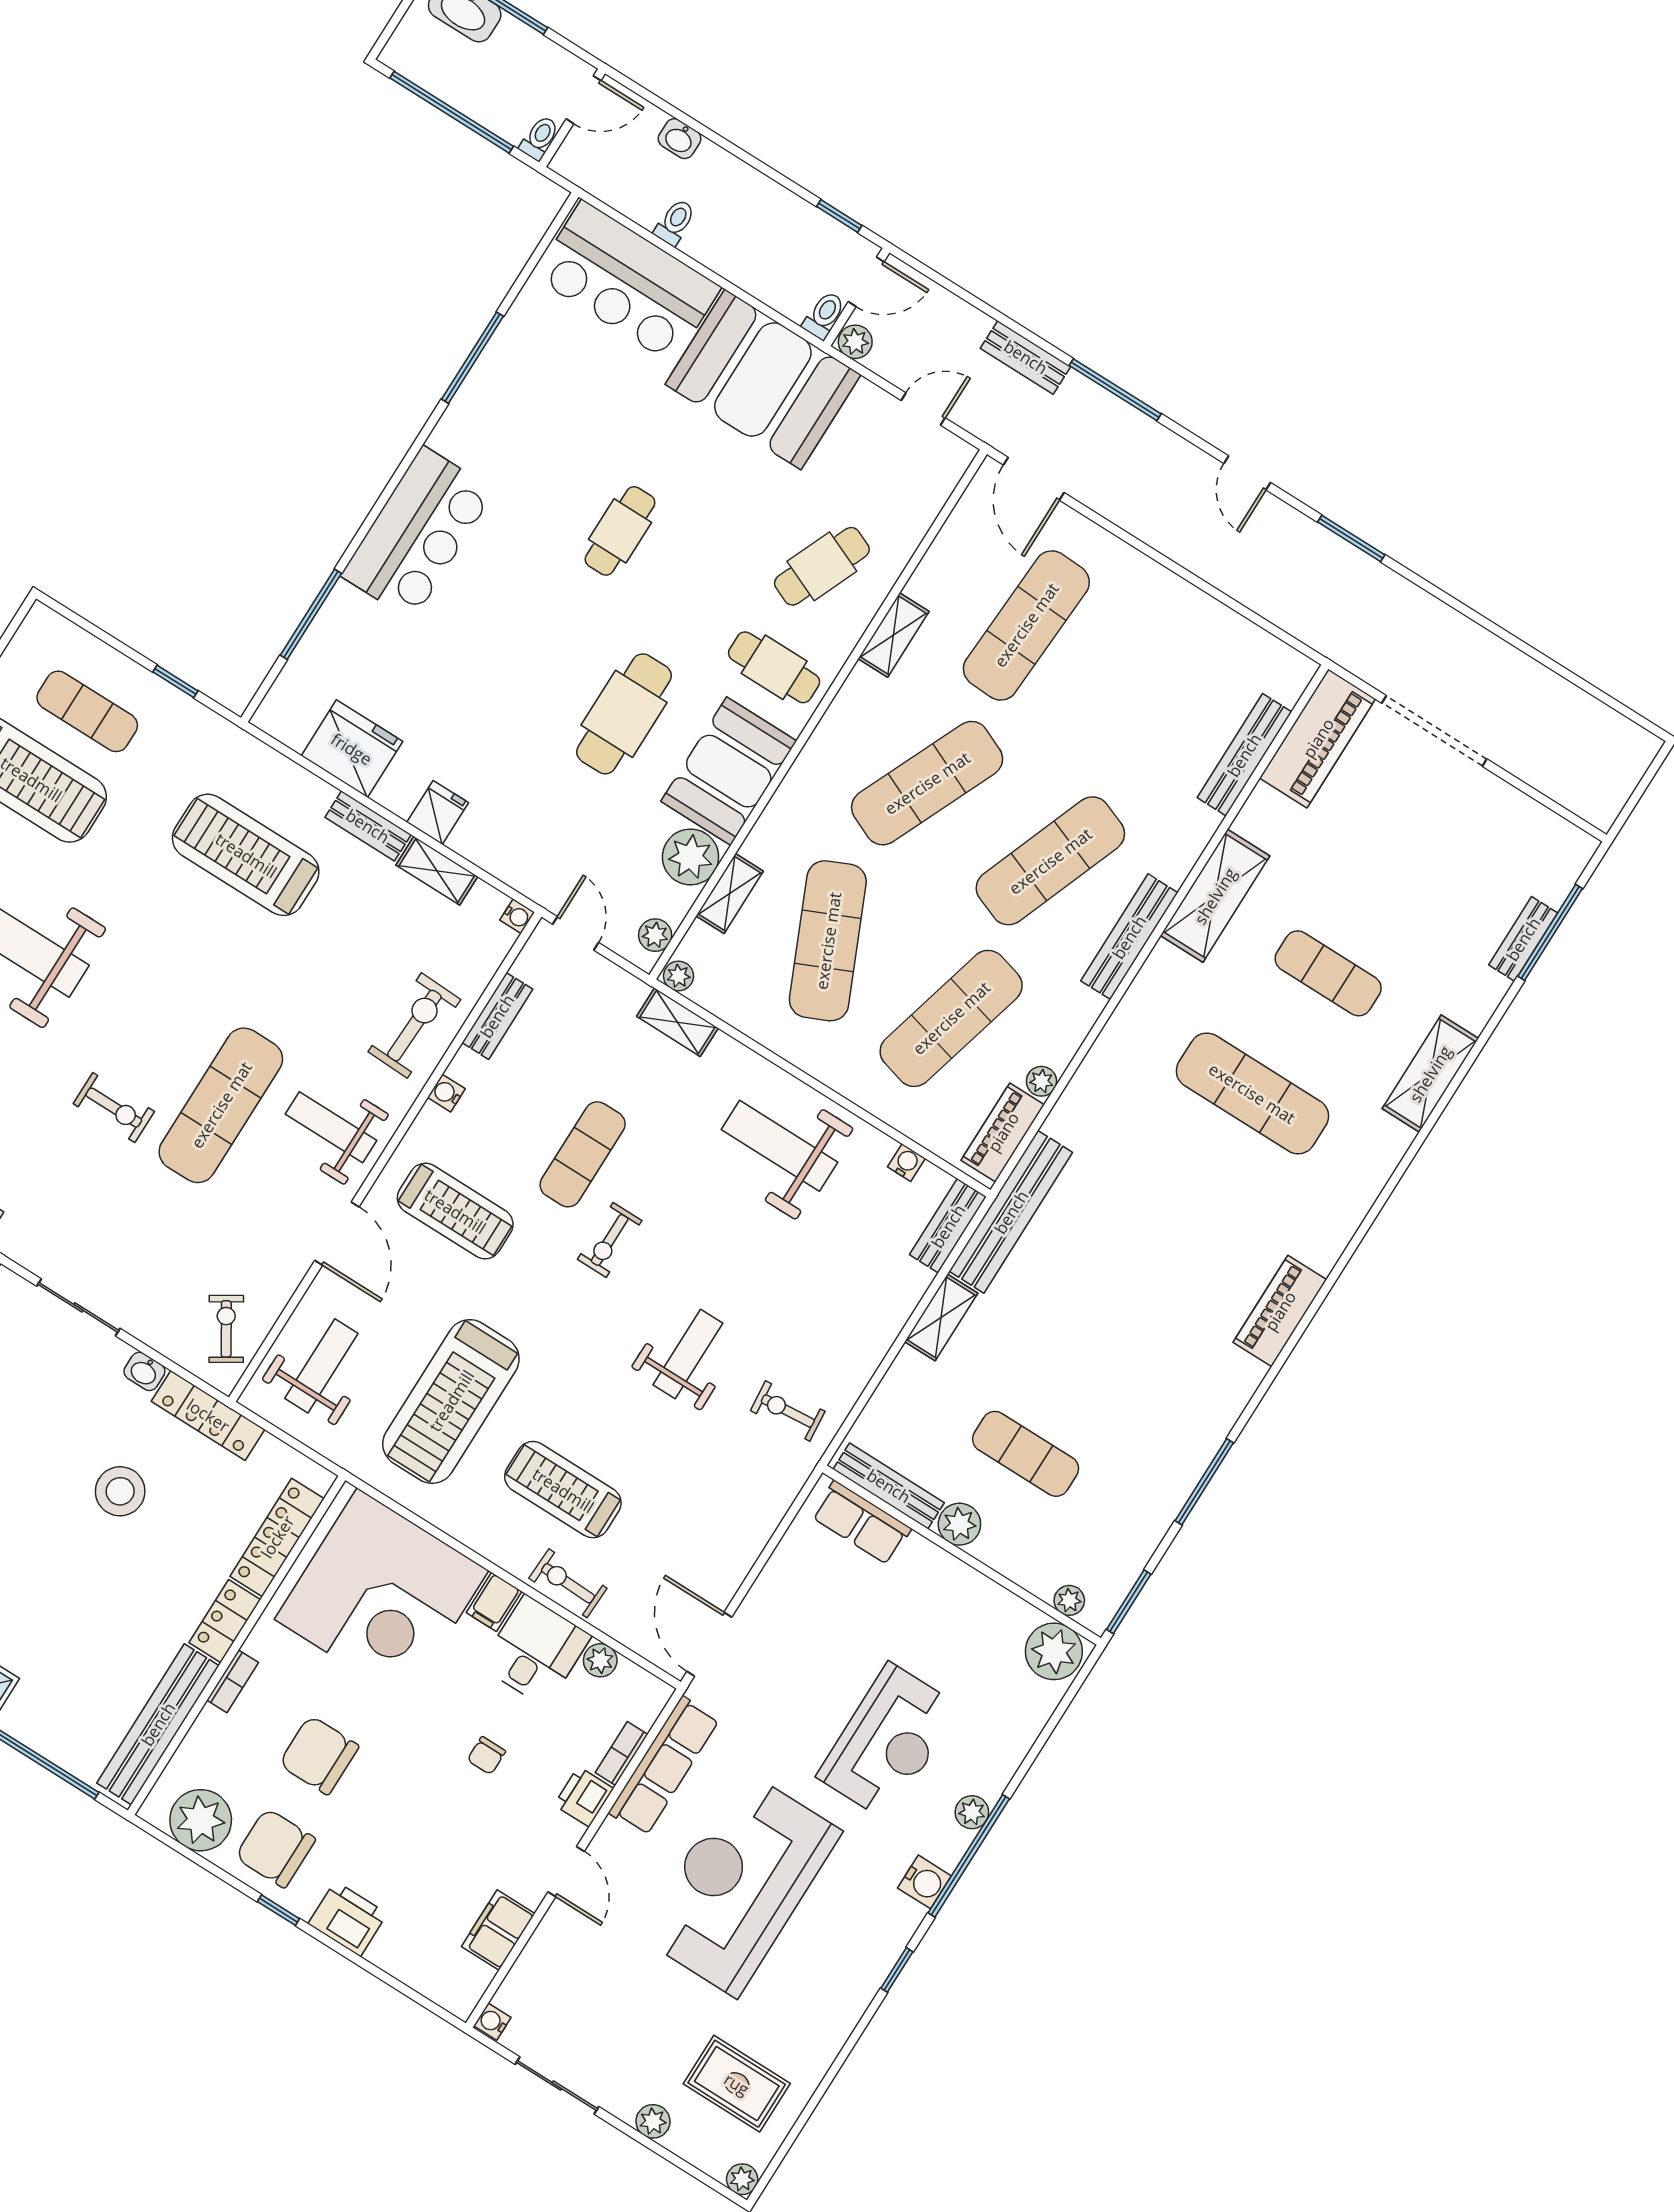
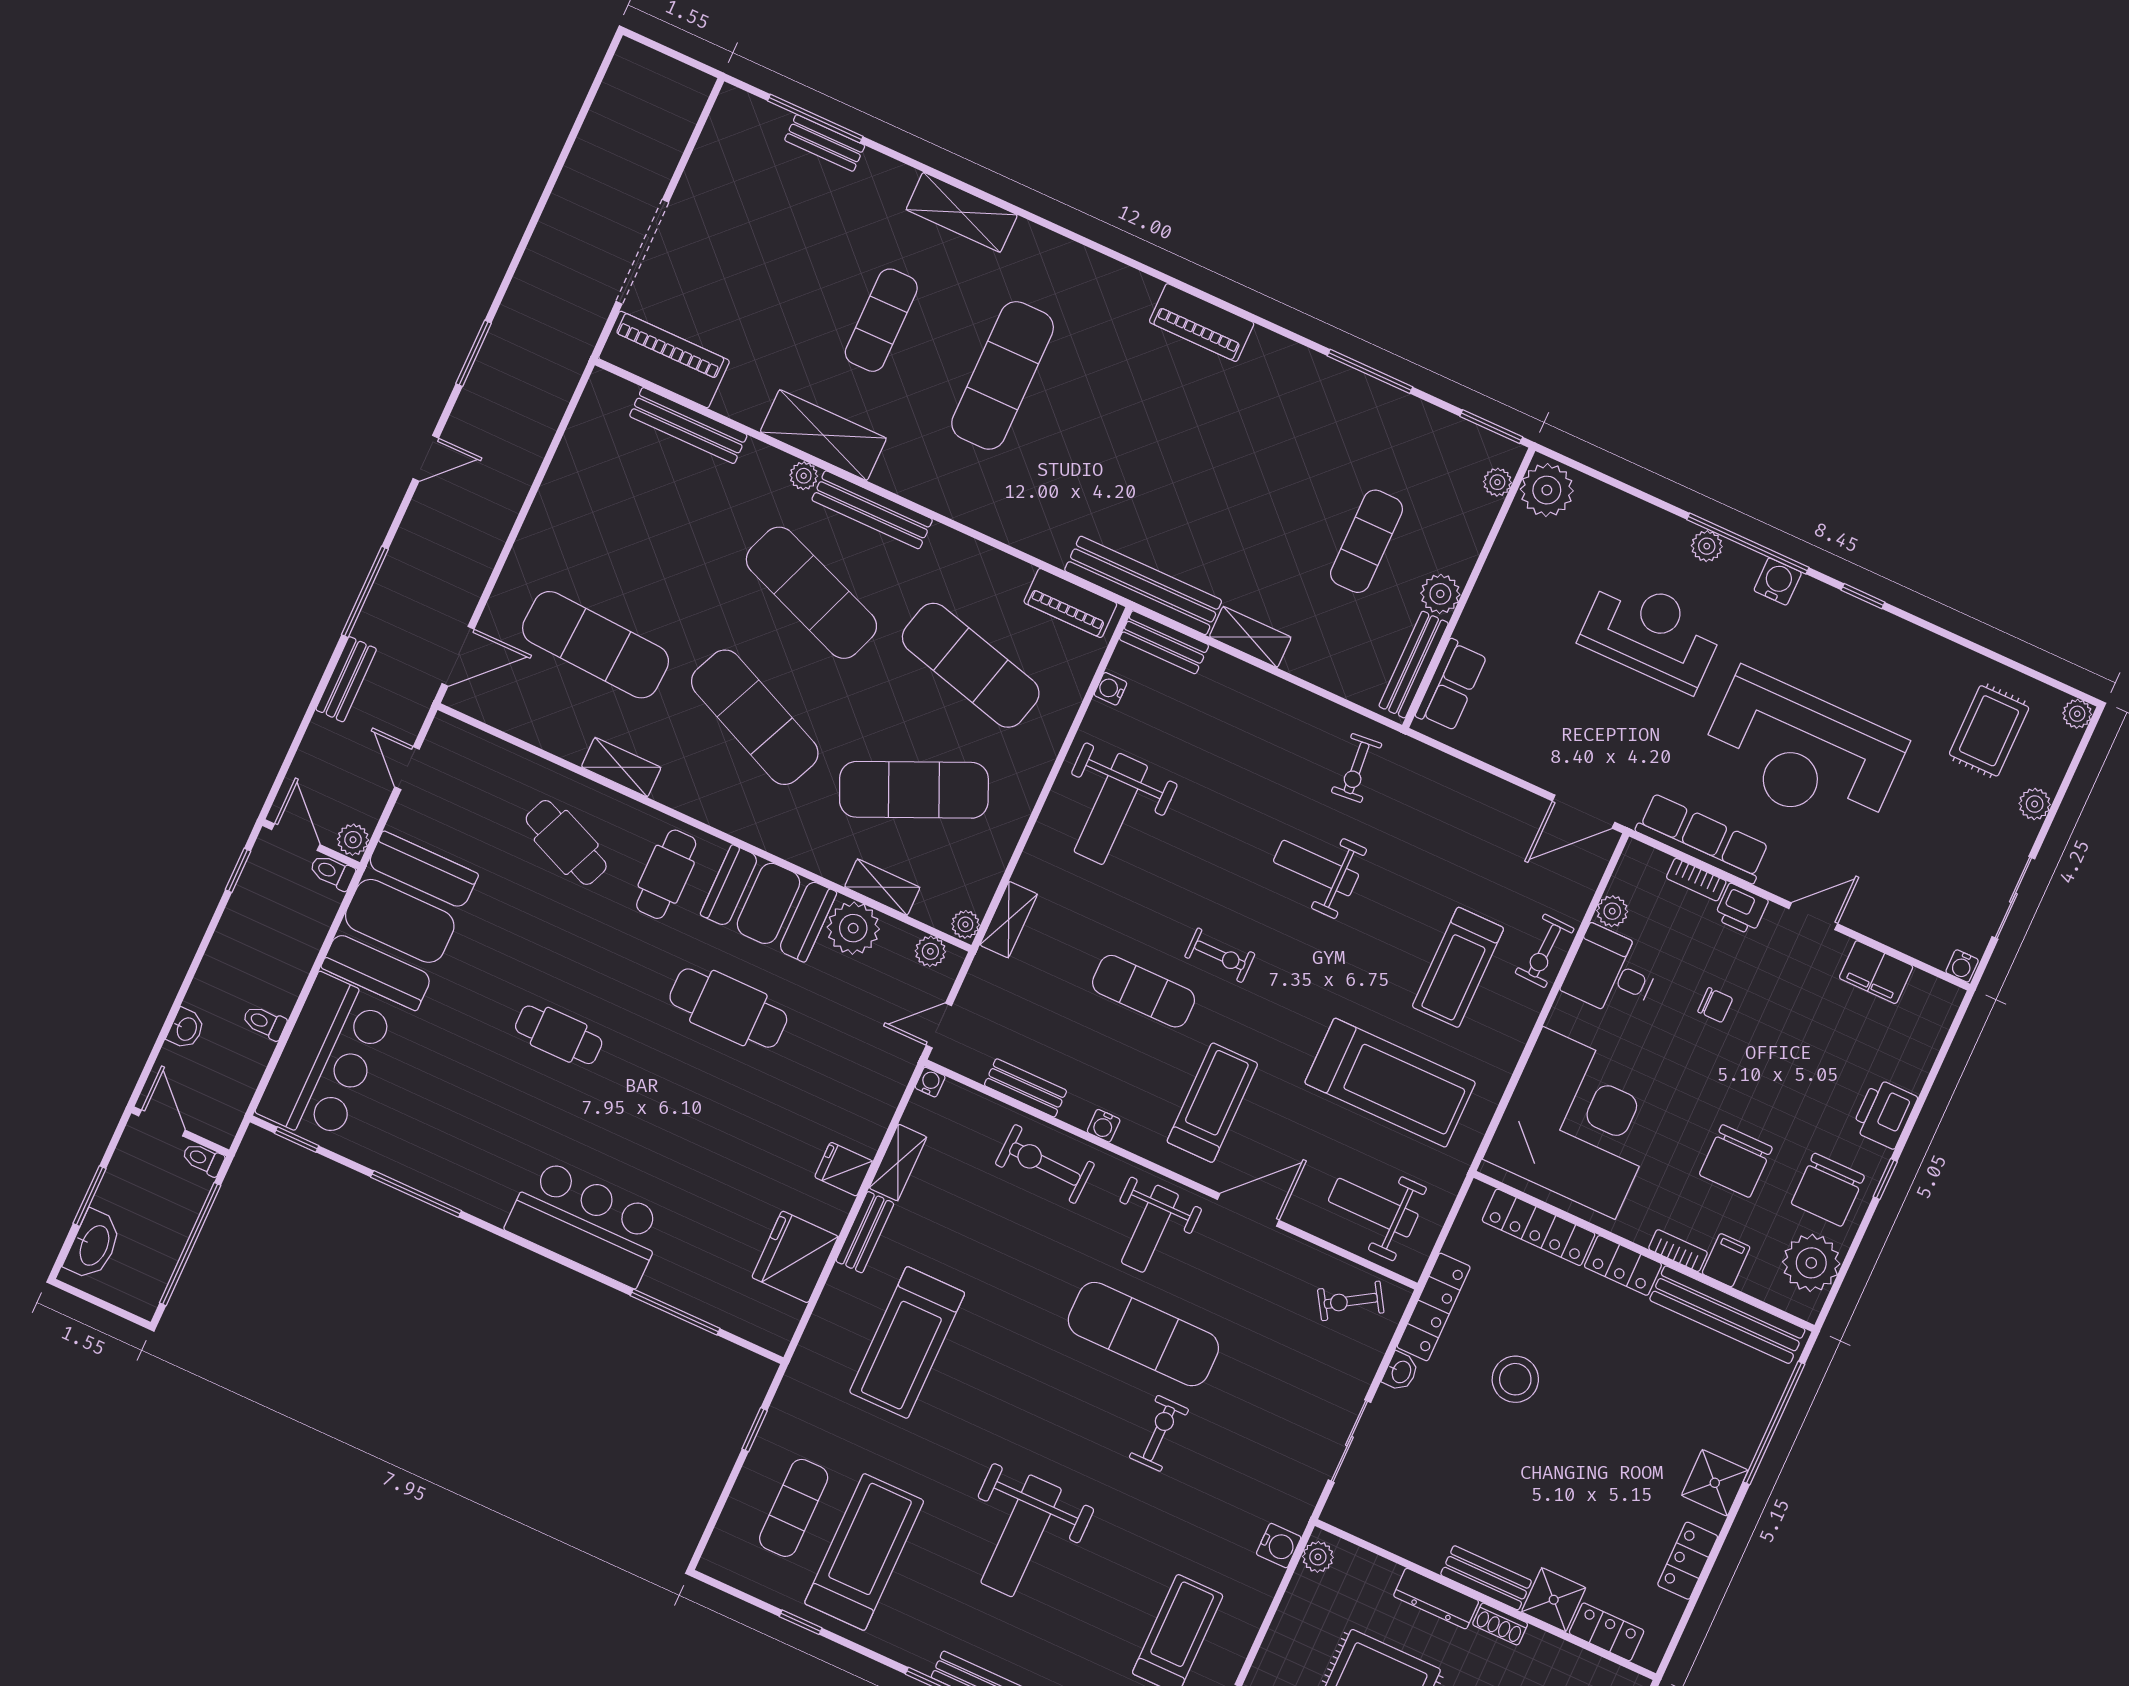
window: (547, 239) -> (297, 1139), added
plant: (1041, 1081) -> (804, 476), moved
filing cabinet: (494, 1602) -> (1726, 1260), moved, turned -90

